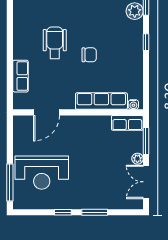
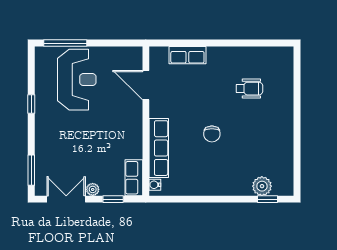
window: (146, 42) -> (226, 199), removed
wheelchair: (55, 43) -> (249, 89), moved, width x0.73, depth x0.73
window: (146, 141) -> (113, 199), width x0.67
reception desk: (42, 173) -> (77, 80), turned 180
window: (95, 212) -> (31, 170), moved

